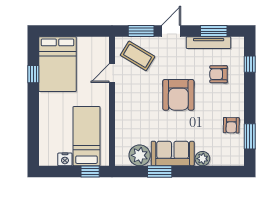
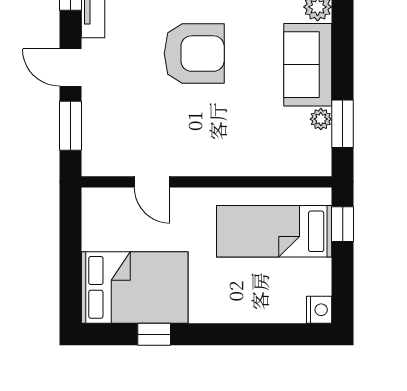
coffee table: (138, 56) -> (119, 133), removed
plant: (140, 155) -> (321, 119), width x0.53, depth x0.53
nightstand: (65, 159) -> (319, 310), moved
window: (160, 172) -> (343, 124), moved

